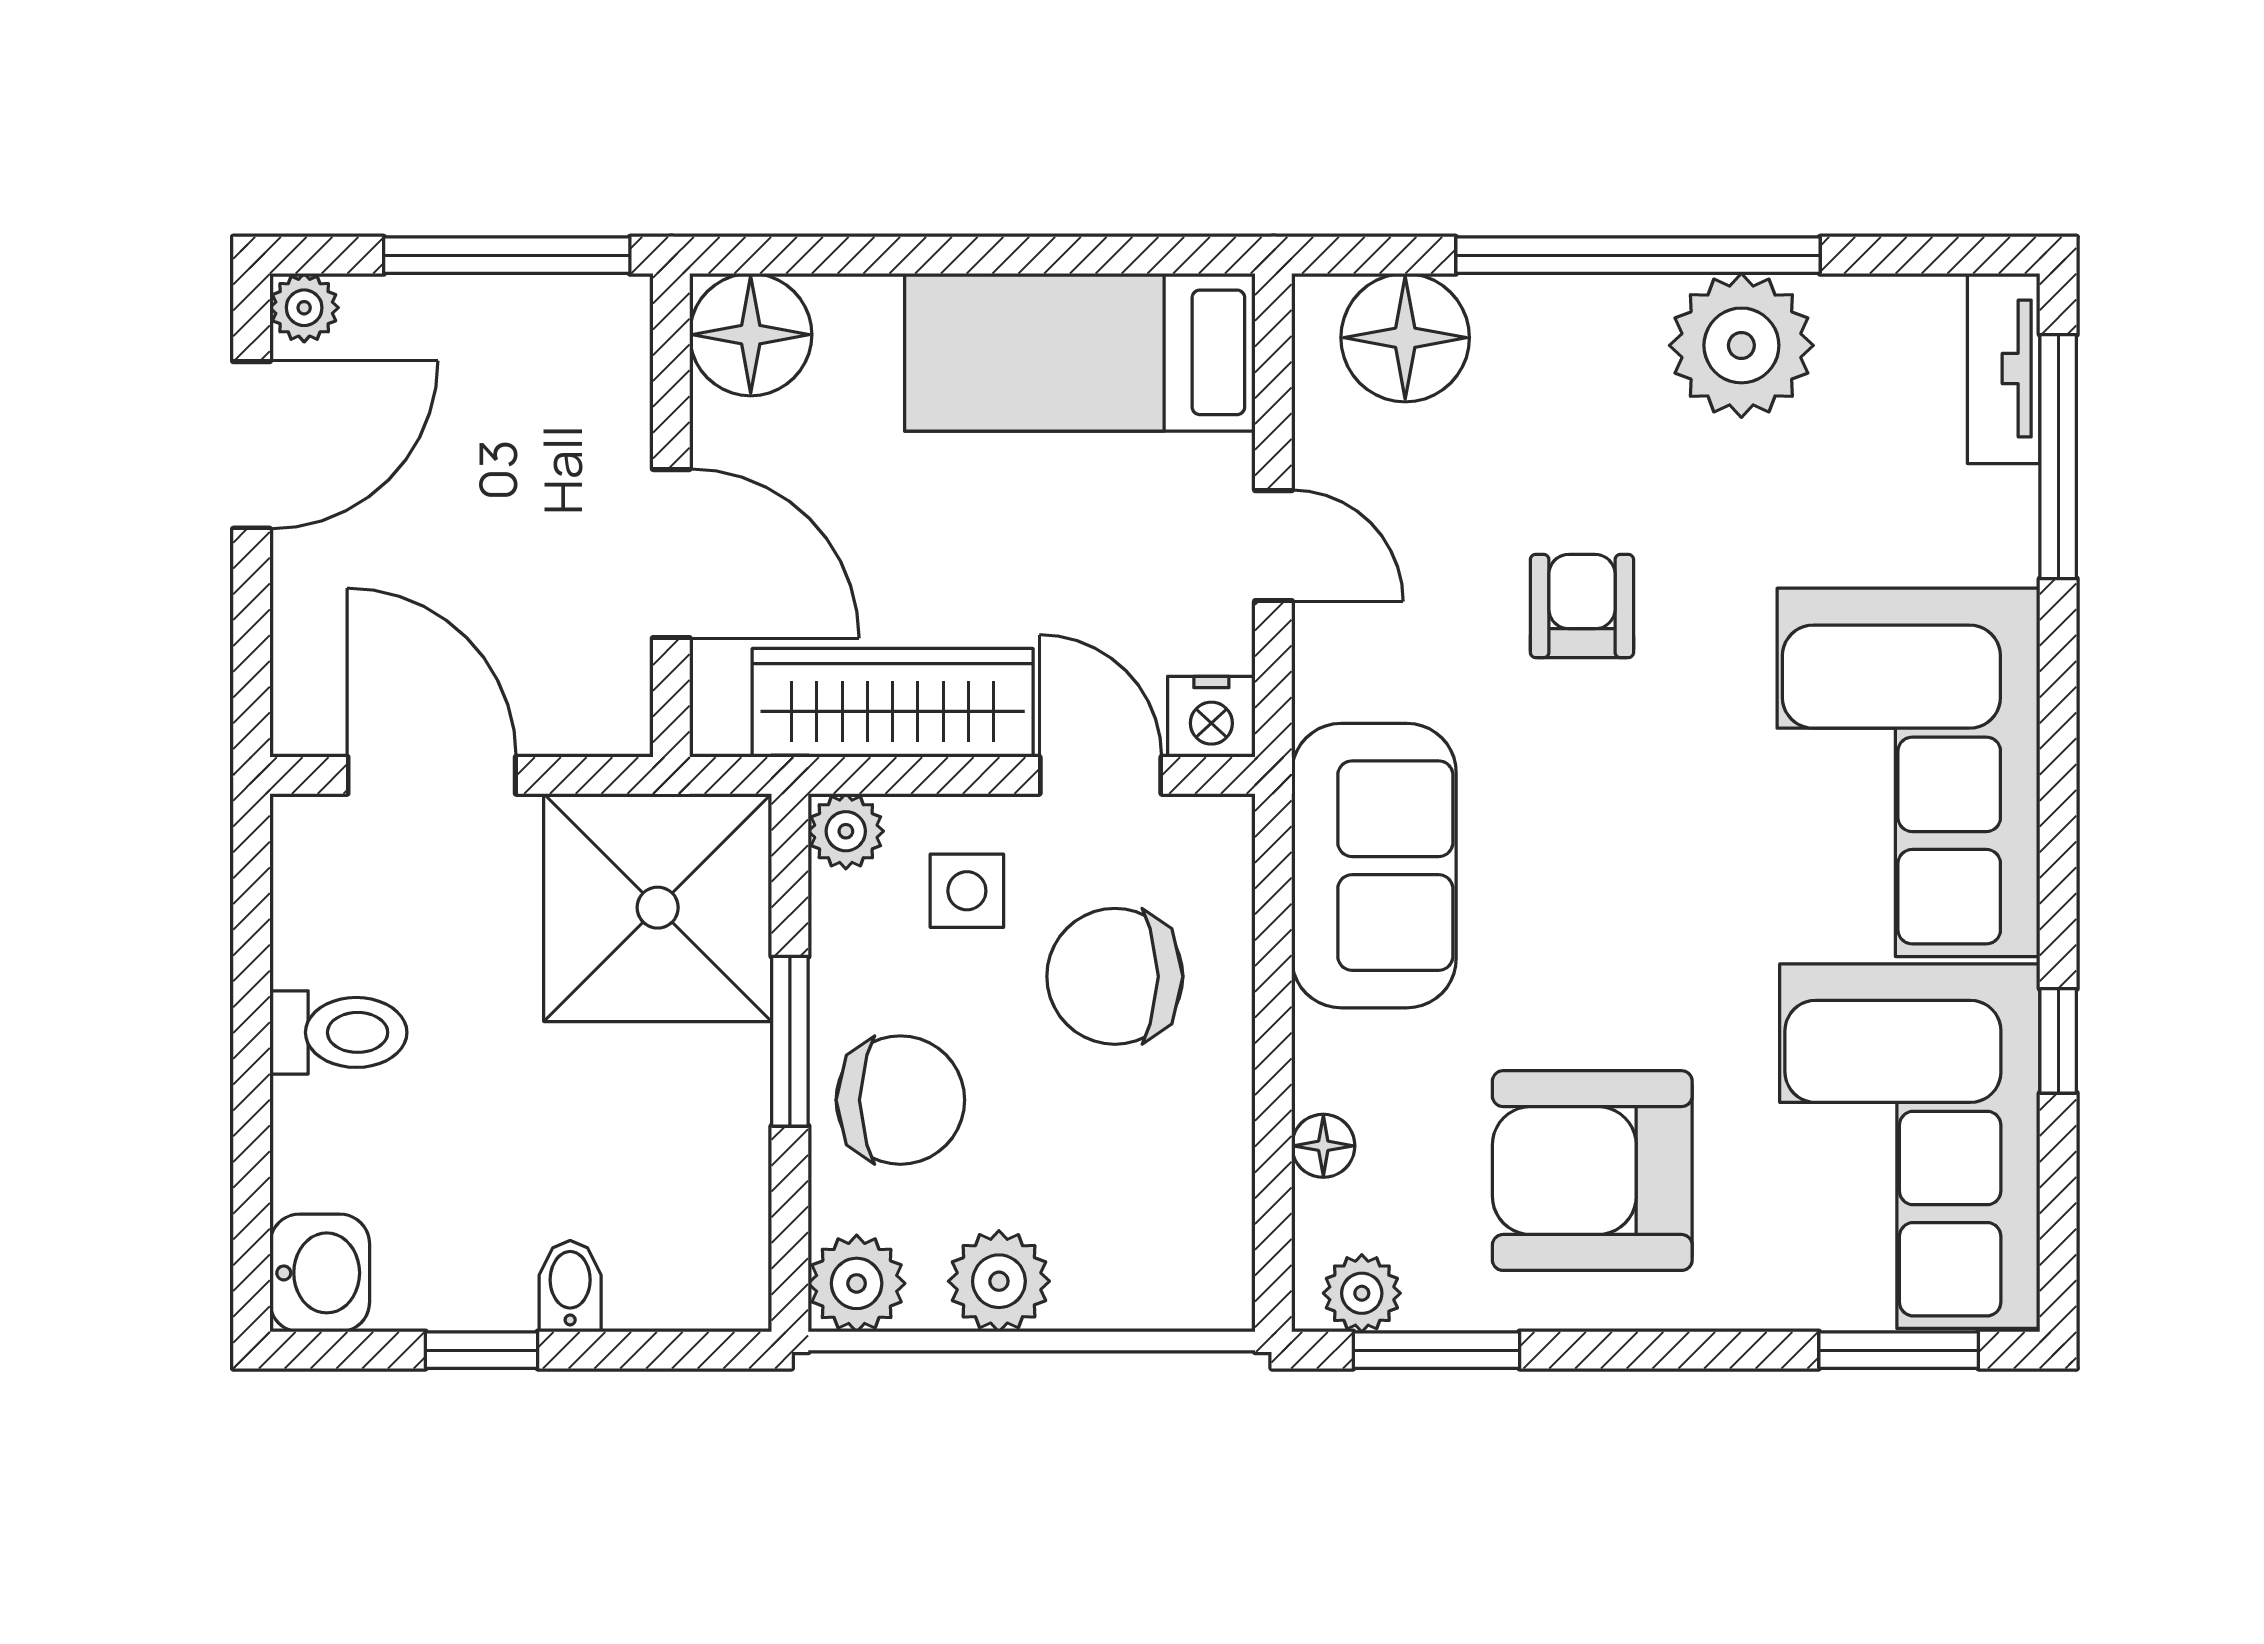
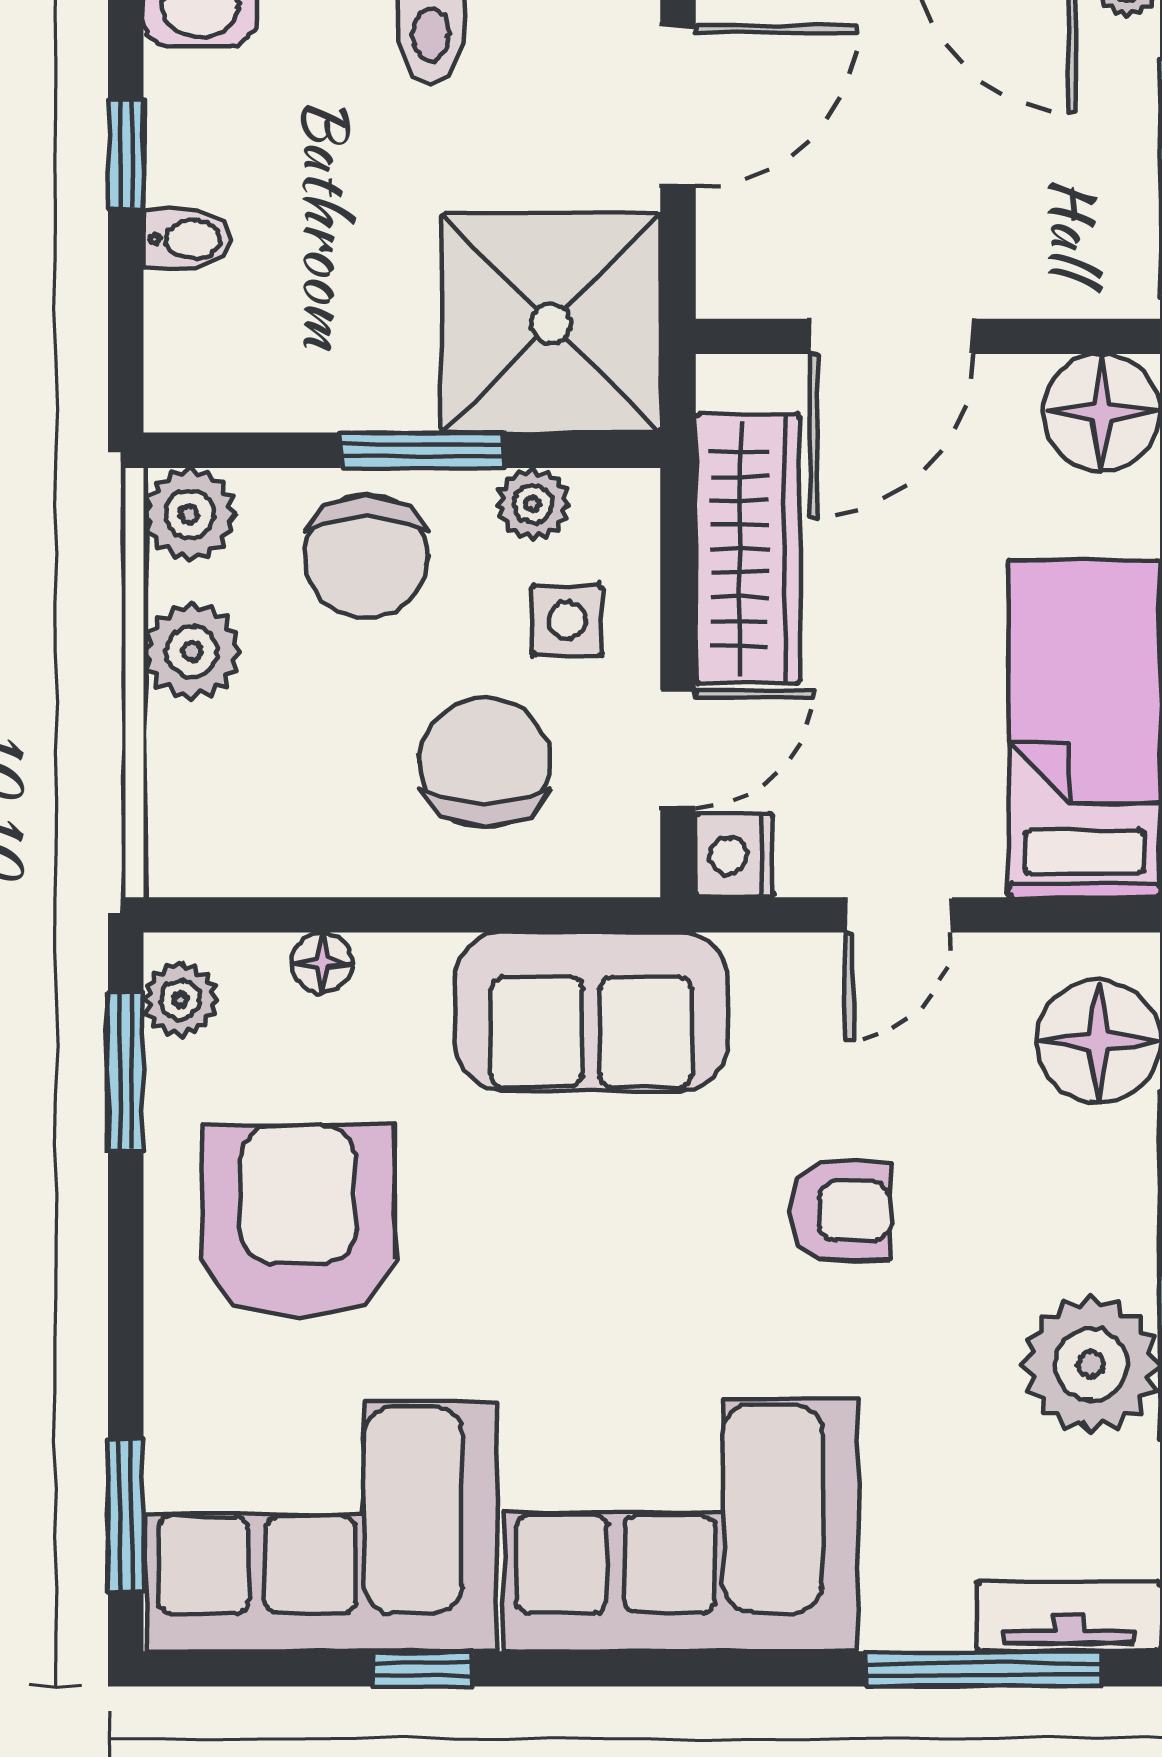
plant: (846, 831) -> (533, 504), moved

